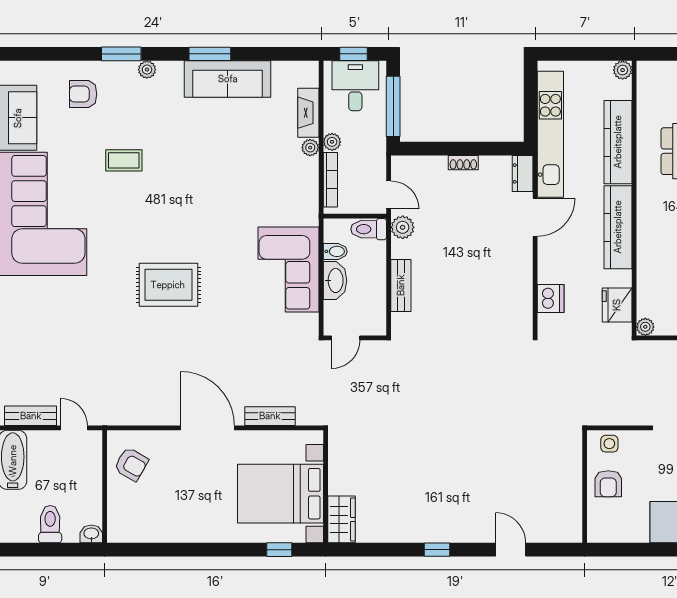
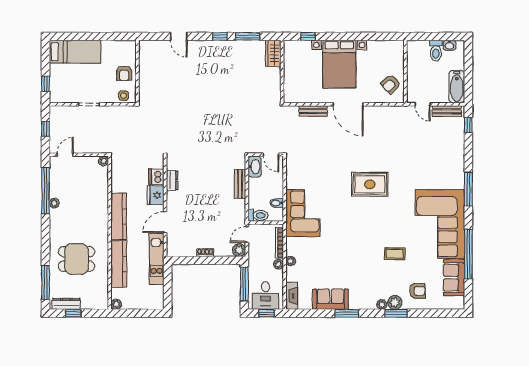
plant: (124, 73) -> (395, 302), added
sofa: (228, 79) -> (330, 299), width x0.73
fireplace: (308, 113) -> (292, 296), moved
kitchen unit: (550, 134) -> (157, 259), width x0.73
dresser: (523, 173) -> (172, 180), moved
door: (389, 195) -> (247, 235), hinge flipped
plant: (403, 227) -> (239, 250), moved
corner sofa: (288, 270) -> (303, 213), moved
washbasin: (335, 280) -> (255, 167), moved, turned 180
fridge: (617, 305) -> (156, 195), moved, turned 180
door: (346, 338) -> (271, 155), swing flipped
armchair: (131, 464) -> (391, 84), turned -74
armchair: (608, 484) -> (124, 73), turned 180
bed with nightstands: (280, 494) -> (339, 64), moved, turned 90
washbasin: (91, 534) -> (449, 45), moved
window: (387, 550) -> (248, 36), added

